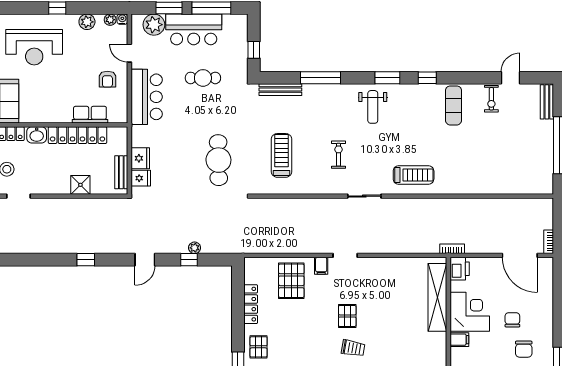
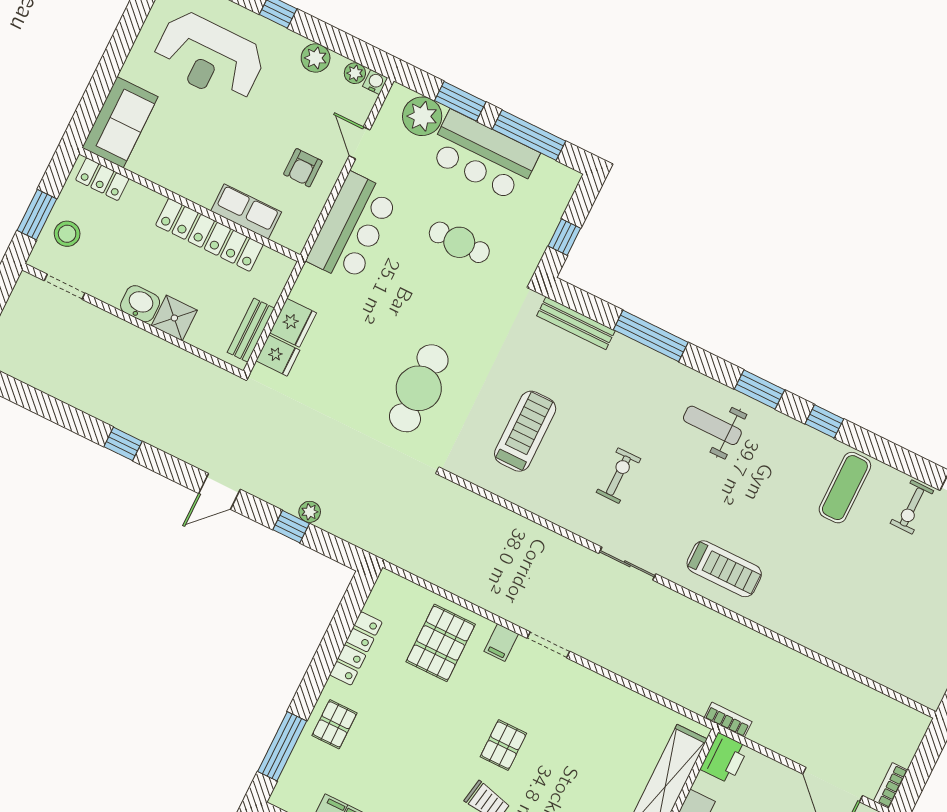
weight bench: (373, 107) -> (712, 425), turned 90
washbasin: (37, 135) -> (140, 304), moved, turned 180

